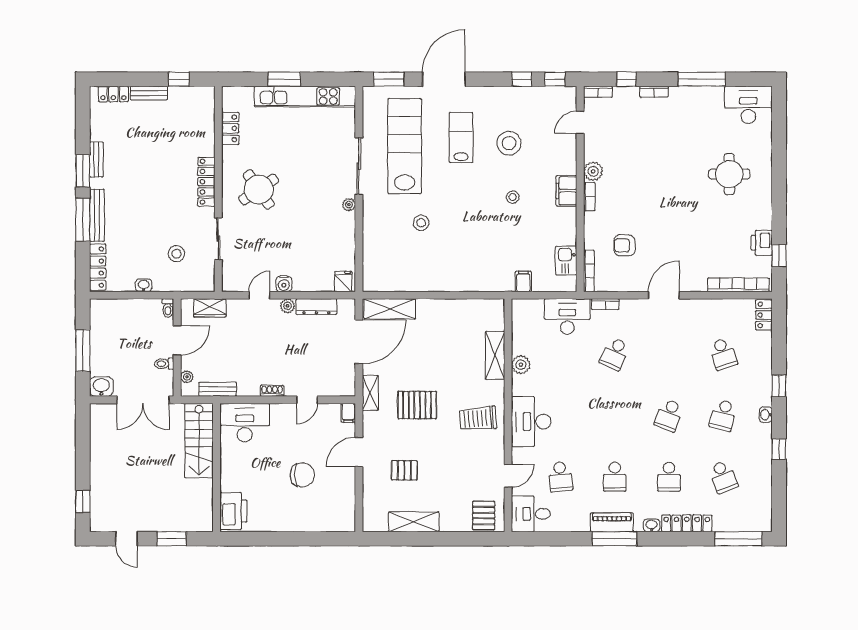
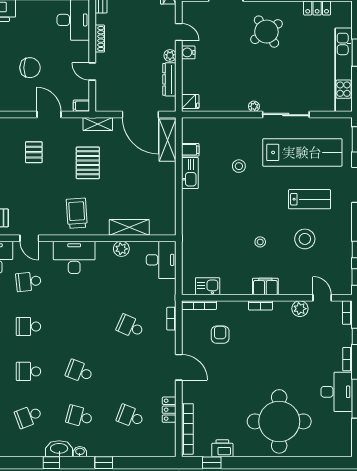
desk: (748, 105) -> (337, 392), moved
plant: (593, 171) -> (300, 309), moved
round table: (729, 174) -> (279, 421), width x1.86, depth x1.86
filing cabinet: (523, 281) -> (190, 150), moved
kitchen sink: (429, 282) -> (190, 173), added
locker: (764, 315) -> (169, 410), moved, turned -90
desk: (567, 317) -> (161, 260), moved
school desk: (723, 354) -> (130, 416), turned 39
shoe rack: (272, 391) -> (100, 39), width x1.43
washbasin: (762, 440) -> (59, 449), added
chair: (302, 475) -> (30, 68), turned -90

